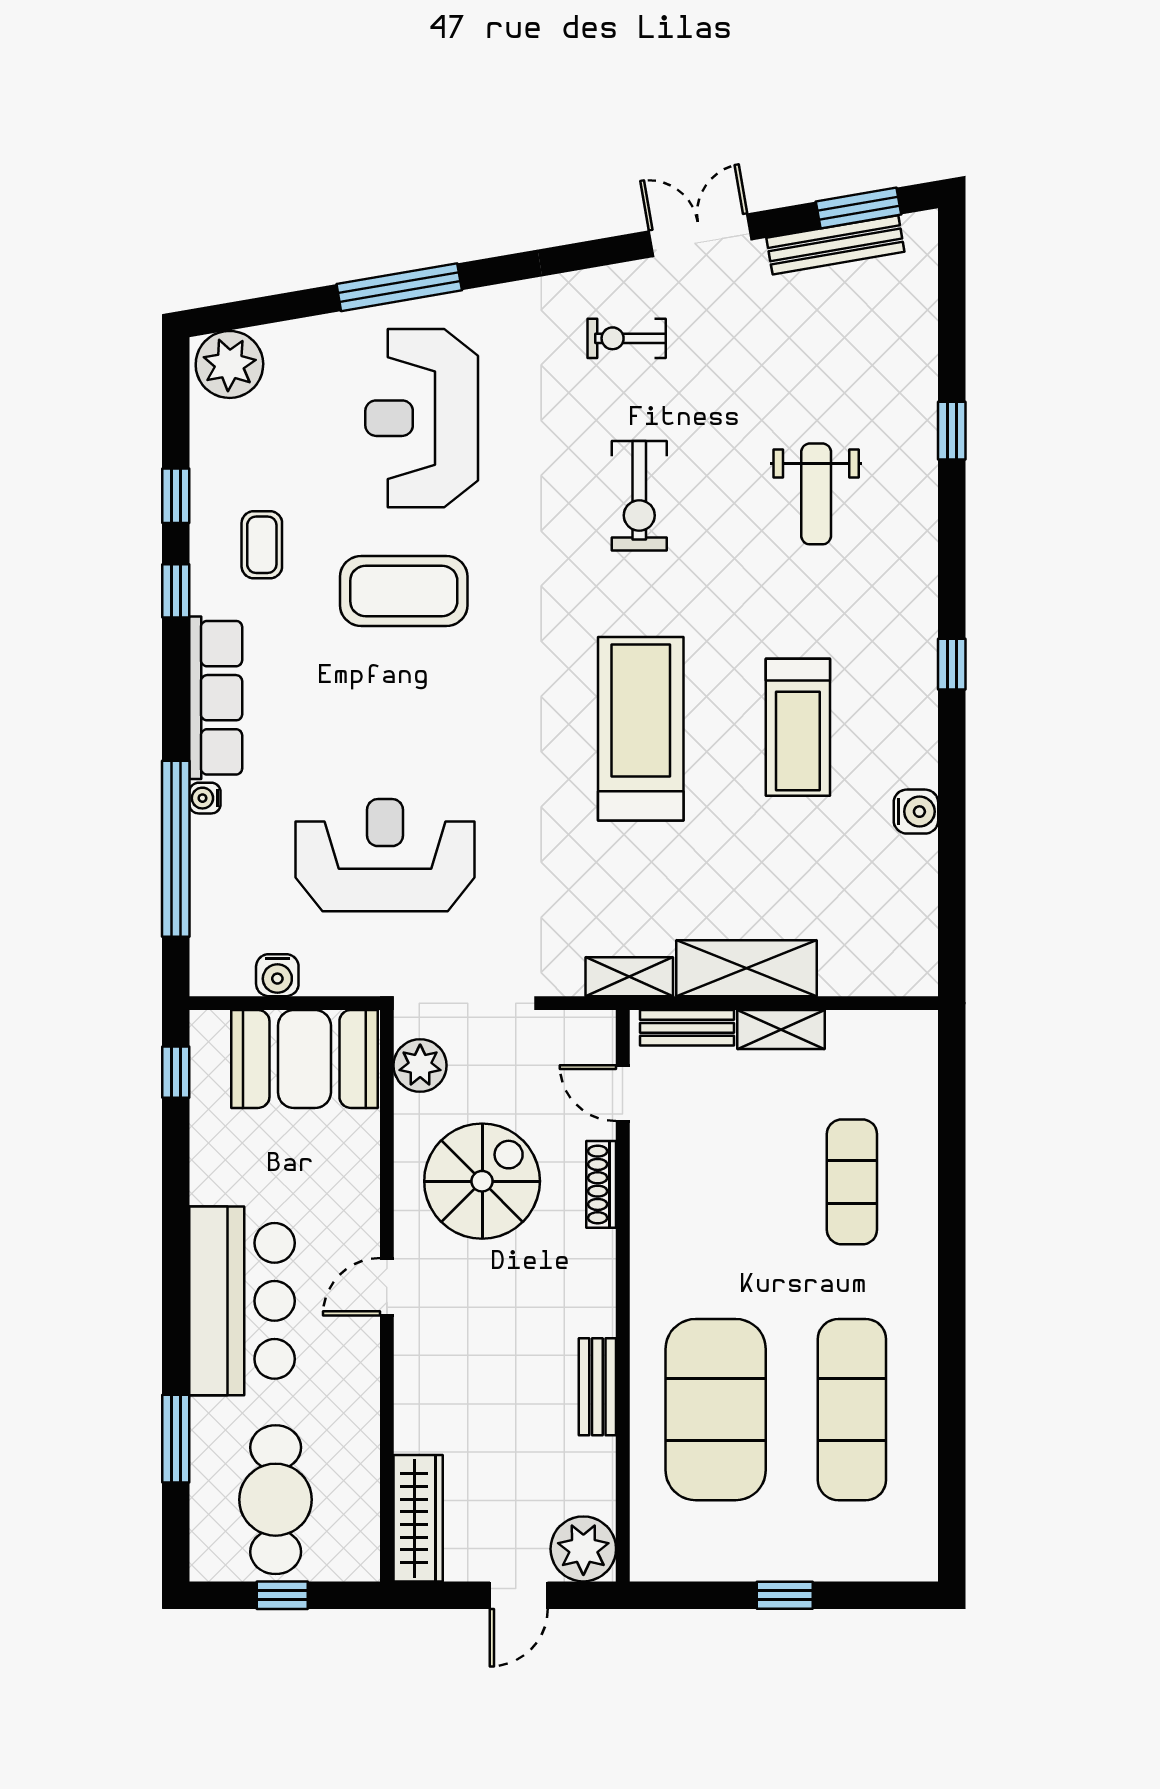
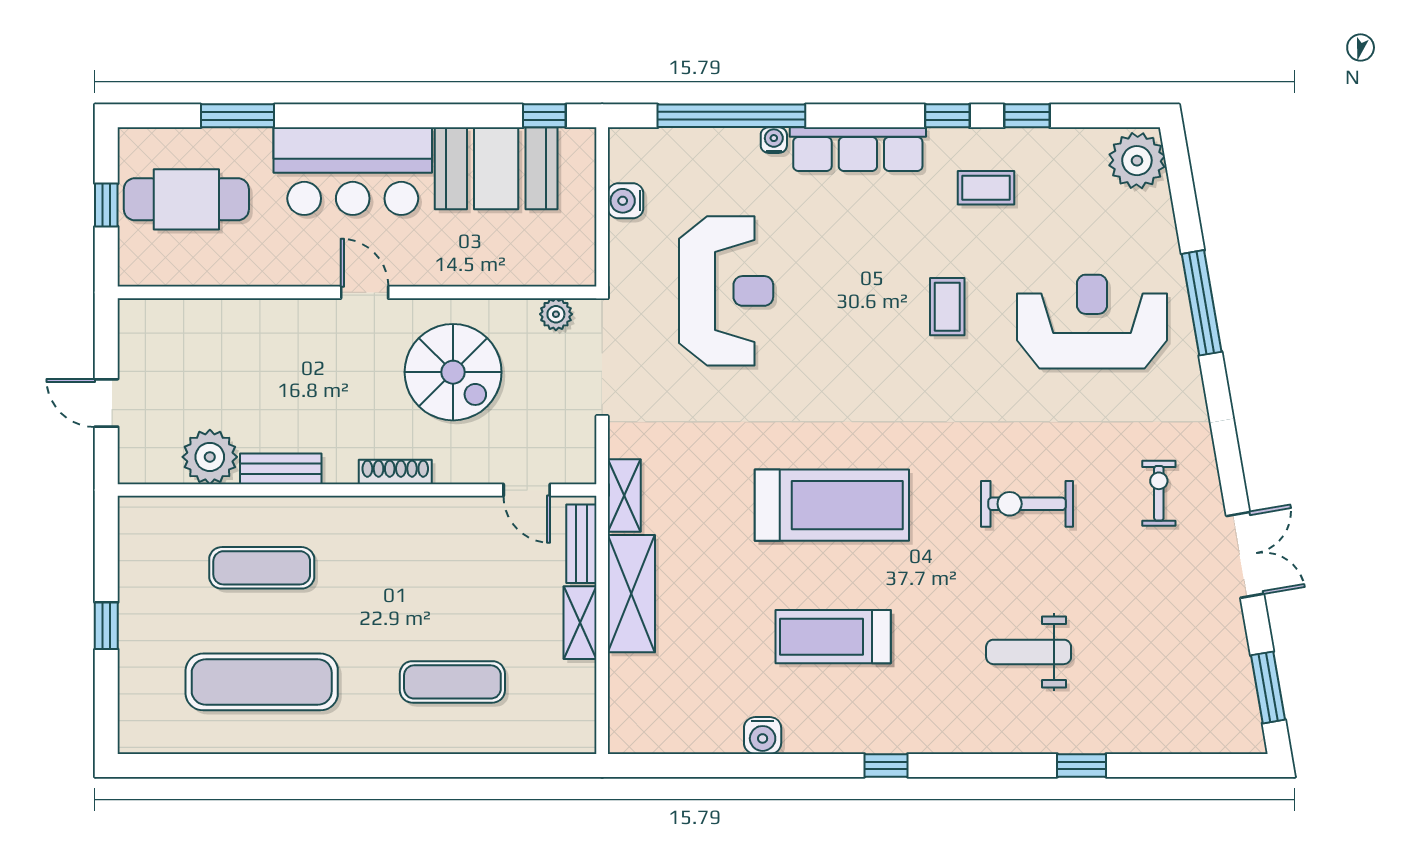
bench: (835, 245) -> (1237, 668), removed
coffee table: (404, 591) -> (947, 307), width x0.54, depth x0.58
booth: (304, 1059) -> (496, 168), moved, turned 90
plant: (420, 1065) -> (556, 314), width x0.73, depth x0.73
door: (623, 1093) -> (527, 490), swing flipped
shoe rack: (601, 1184) -> (395, 472), moved
exercise mat: (716, 1410) -> (262, 568), width x0.50, depth x0.69
wardrobe: (418, 1518) -> (171, 319), removed
plant: (583, 1549) -> (210, 457), moved

